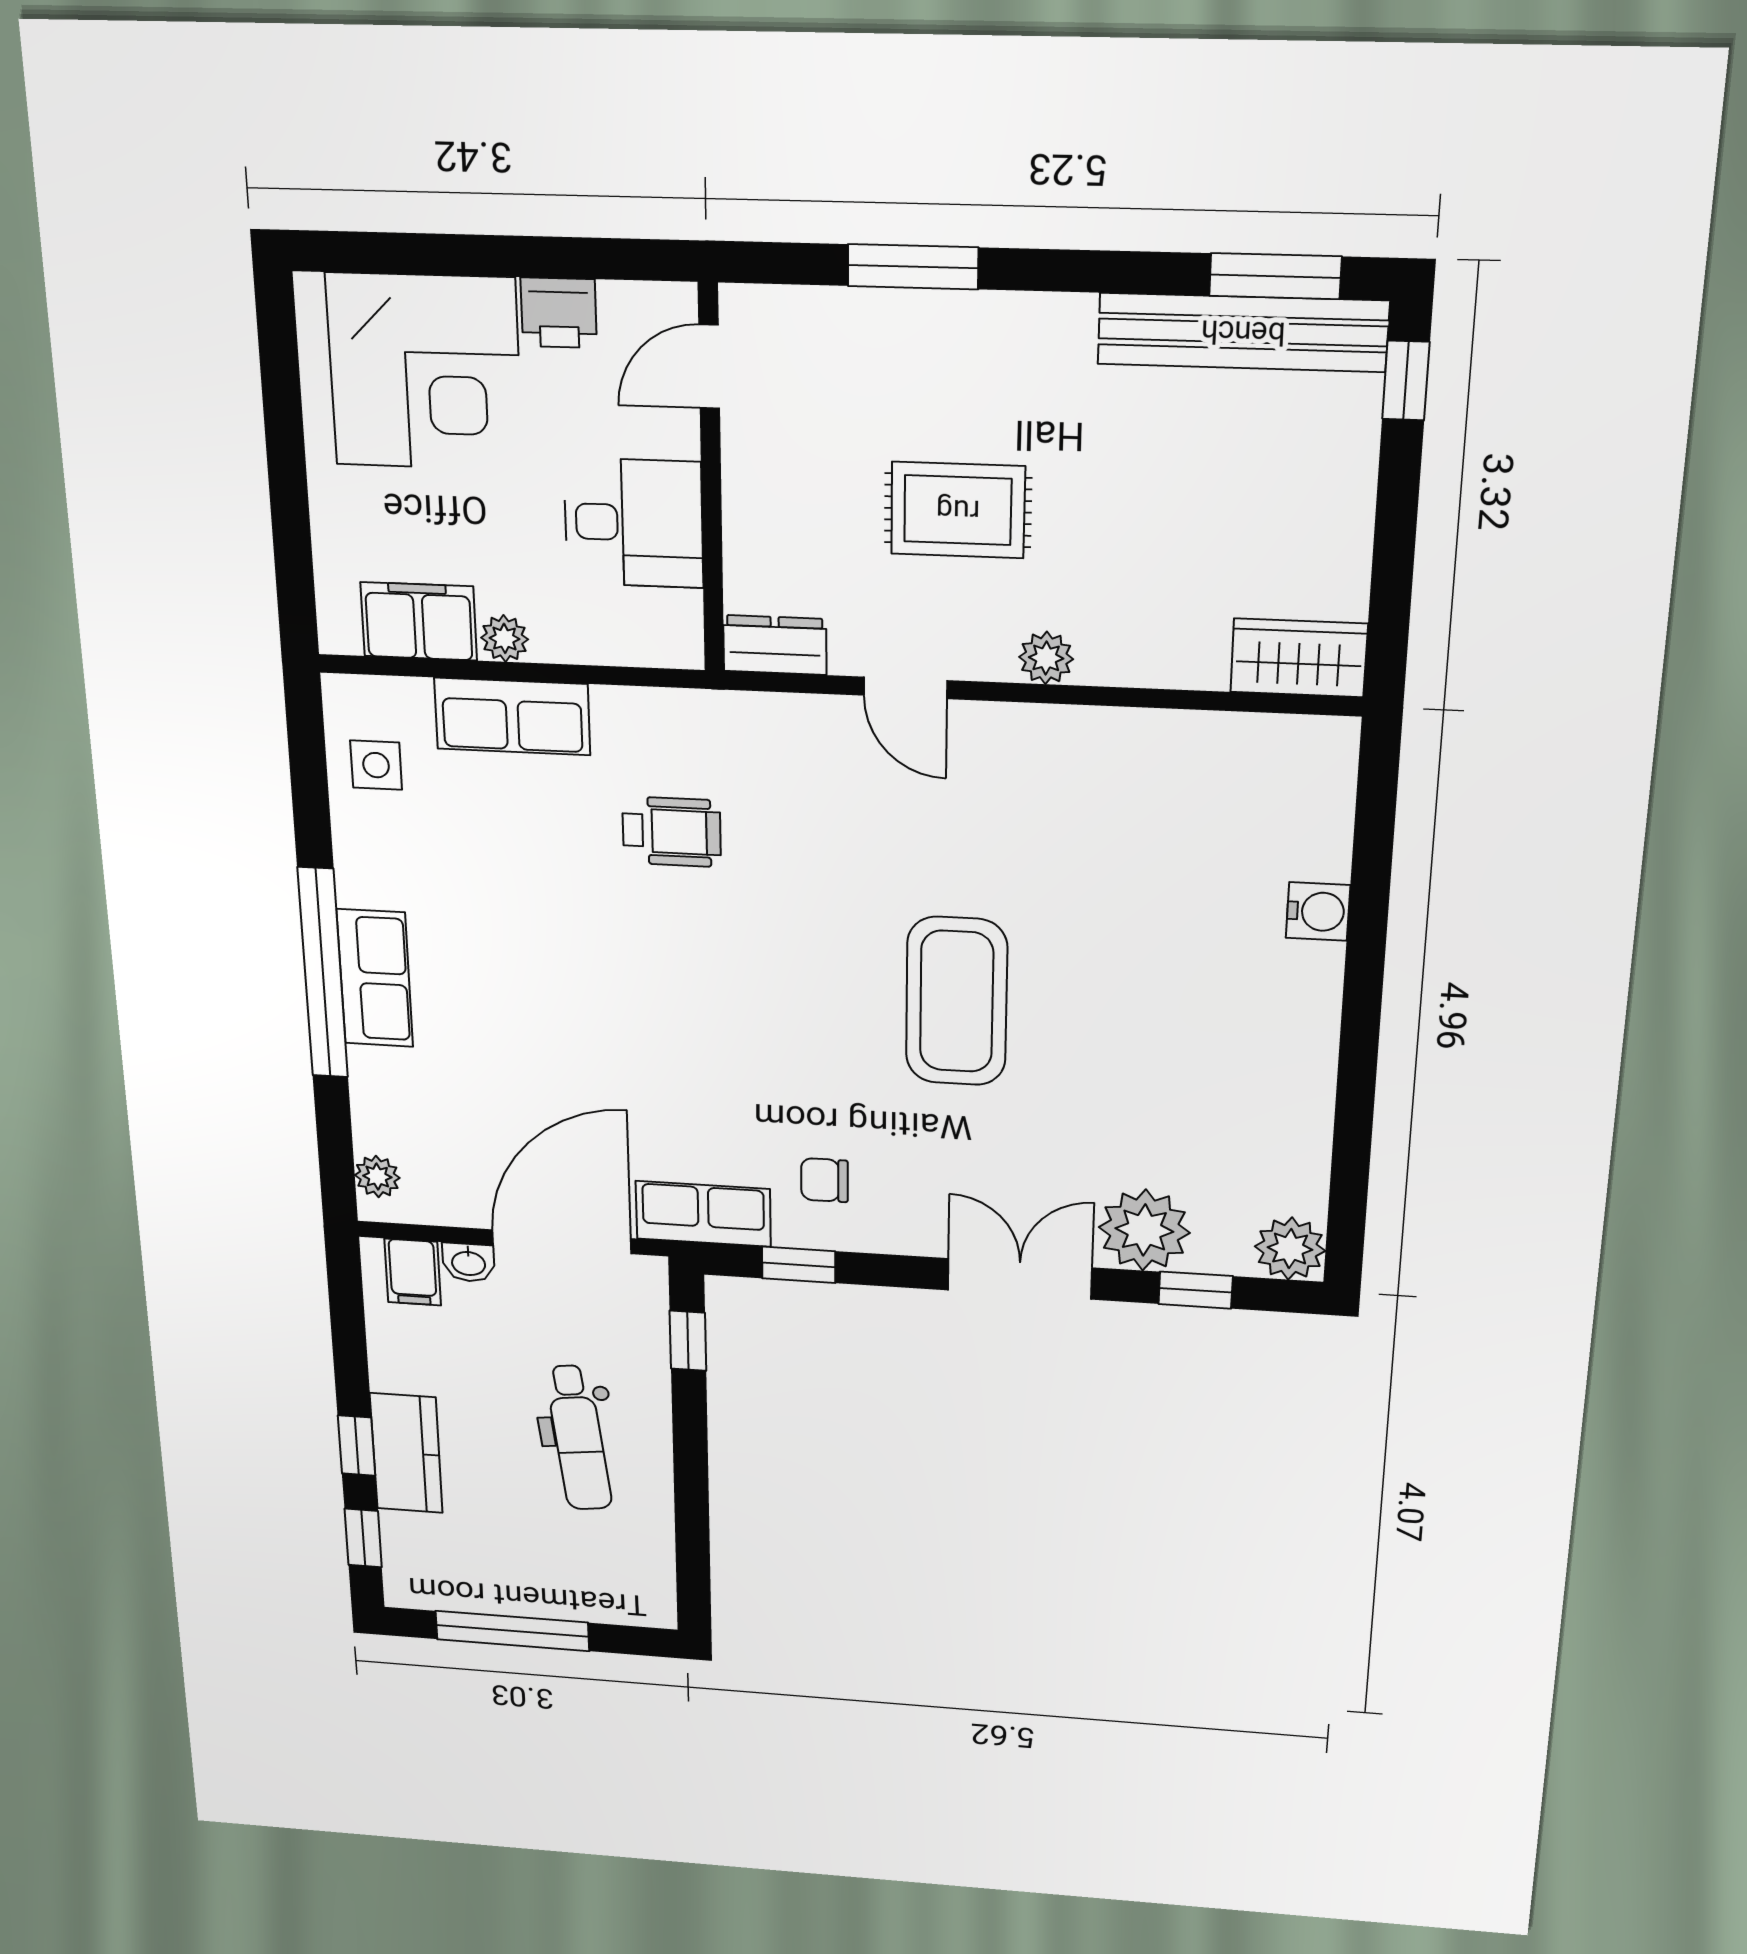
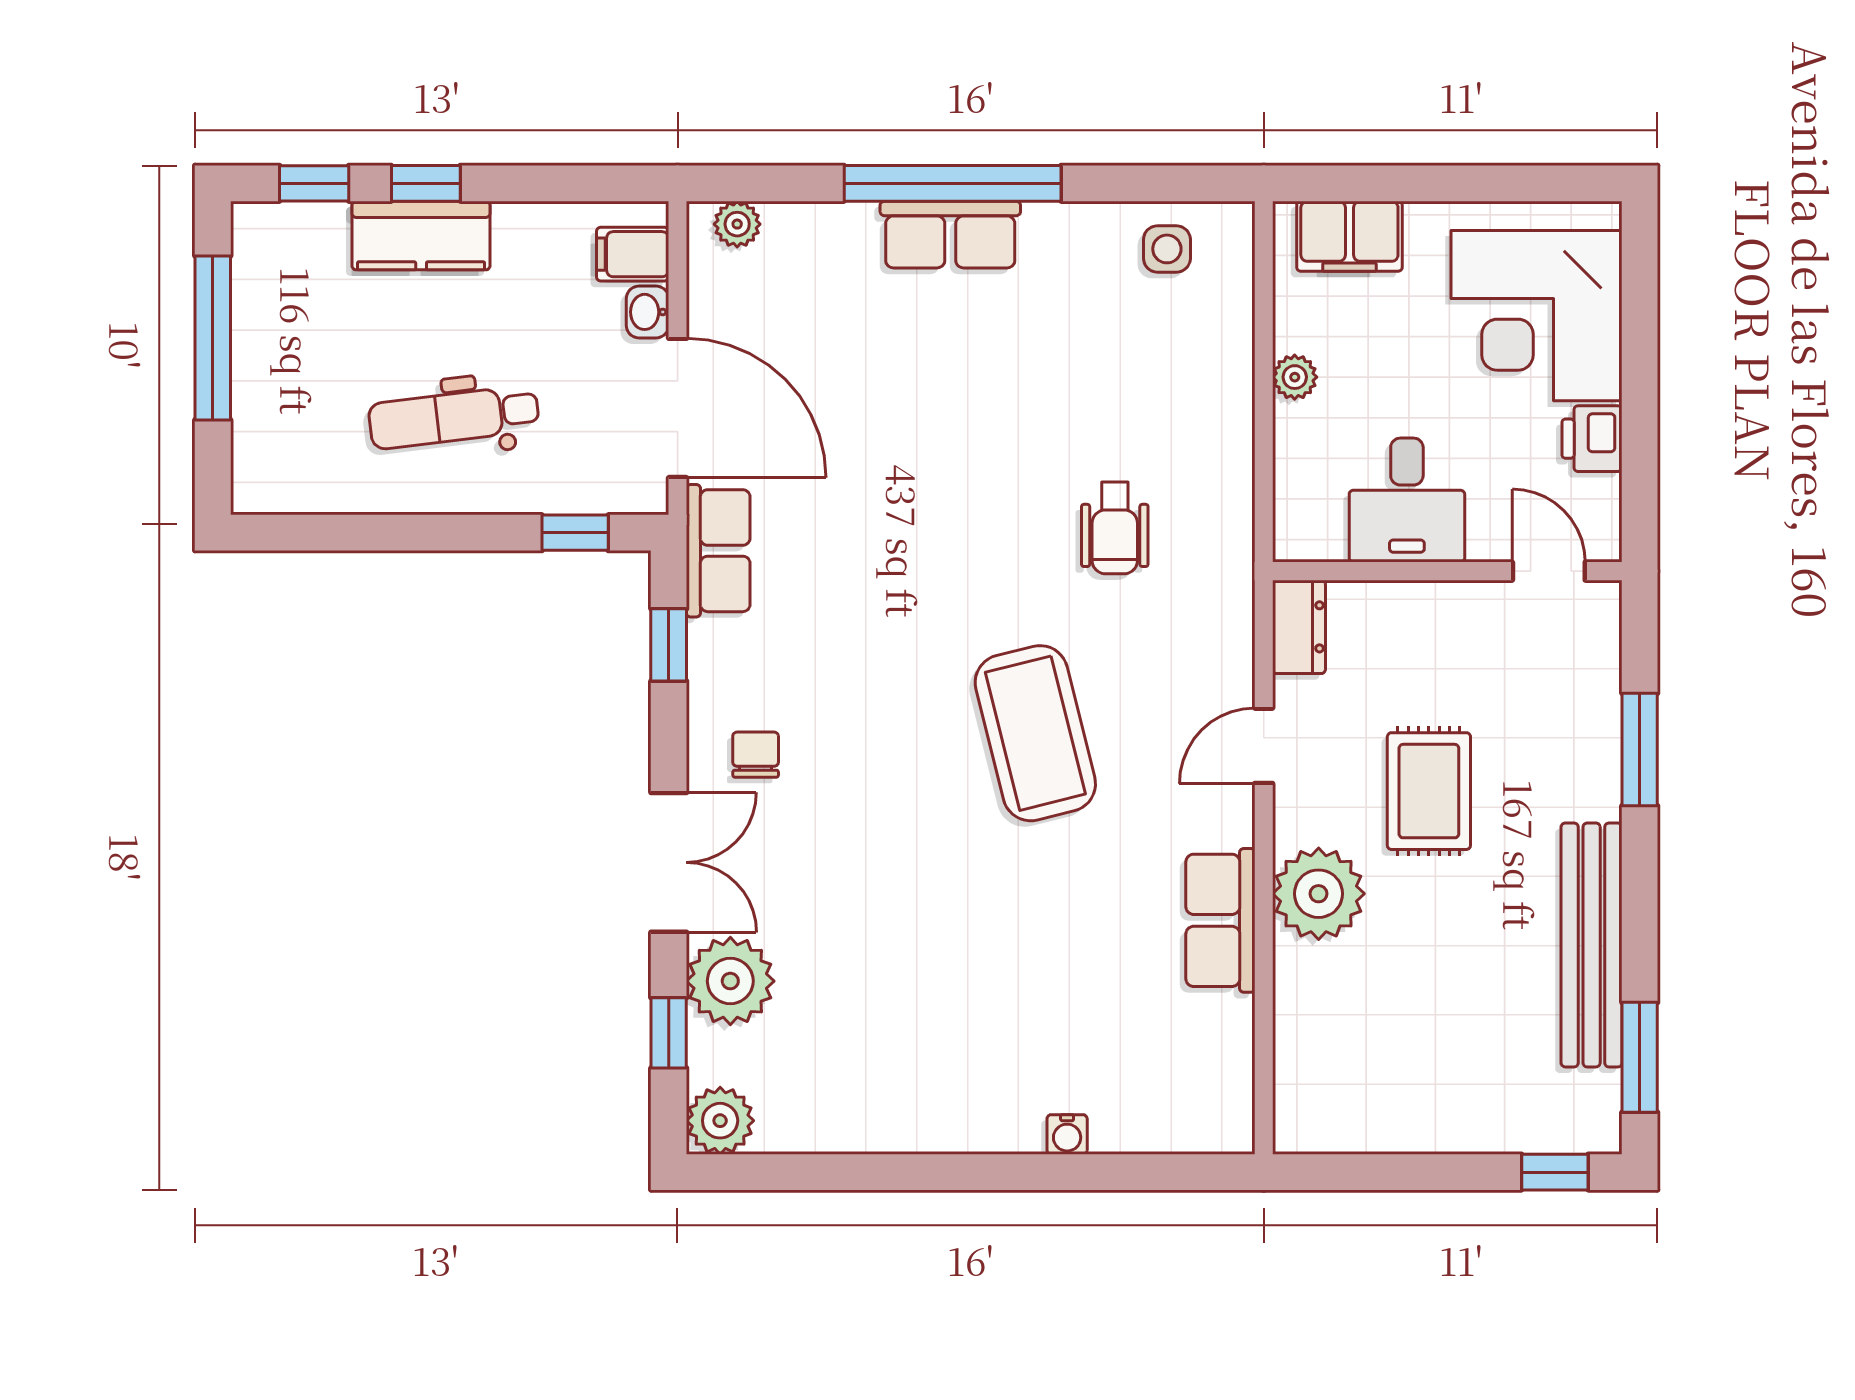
bench: (1243, 332) -> (1592, 945), moved
filing cabinet: (419, 621) -> (1349, 236), moved, turned 90
plant: (1046, 658) -> (1319, 894), width x1.87, depth x1.87
wardrobe: (1299, 658) -> (1306, 1096), removed
row of seats: (512, 716) -> (1220, 920), moved
water cooler: (1318, 912) -> (1067, 1134), width x0.72, depth x0.72
coffee table: (957, 1001) -> (1035, 733), moved, turned 76
chair: (824, 1180) -> (756, 755), moved

